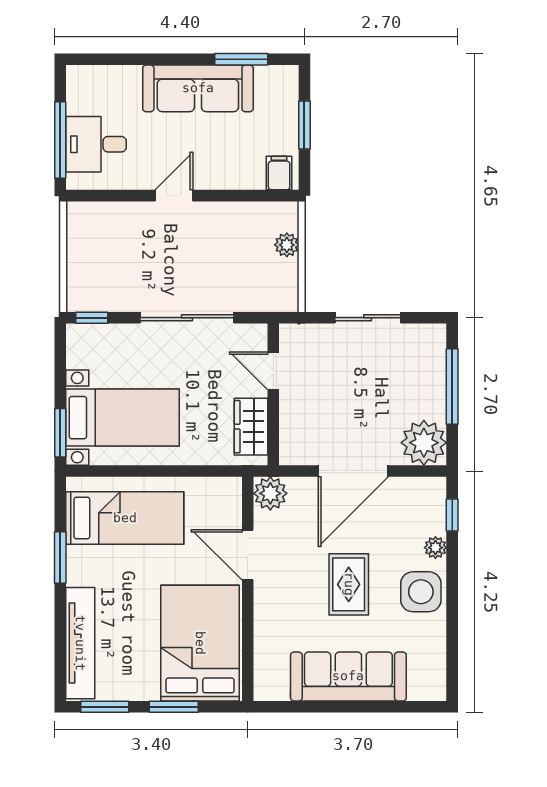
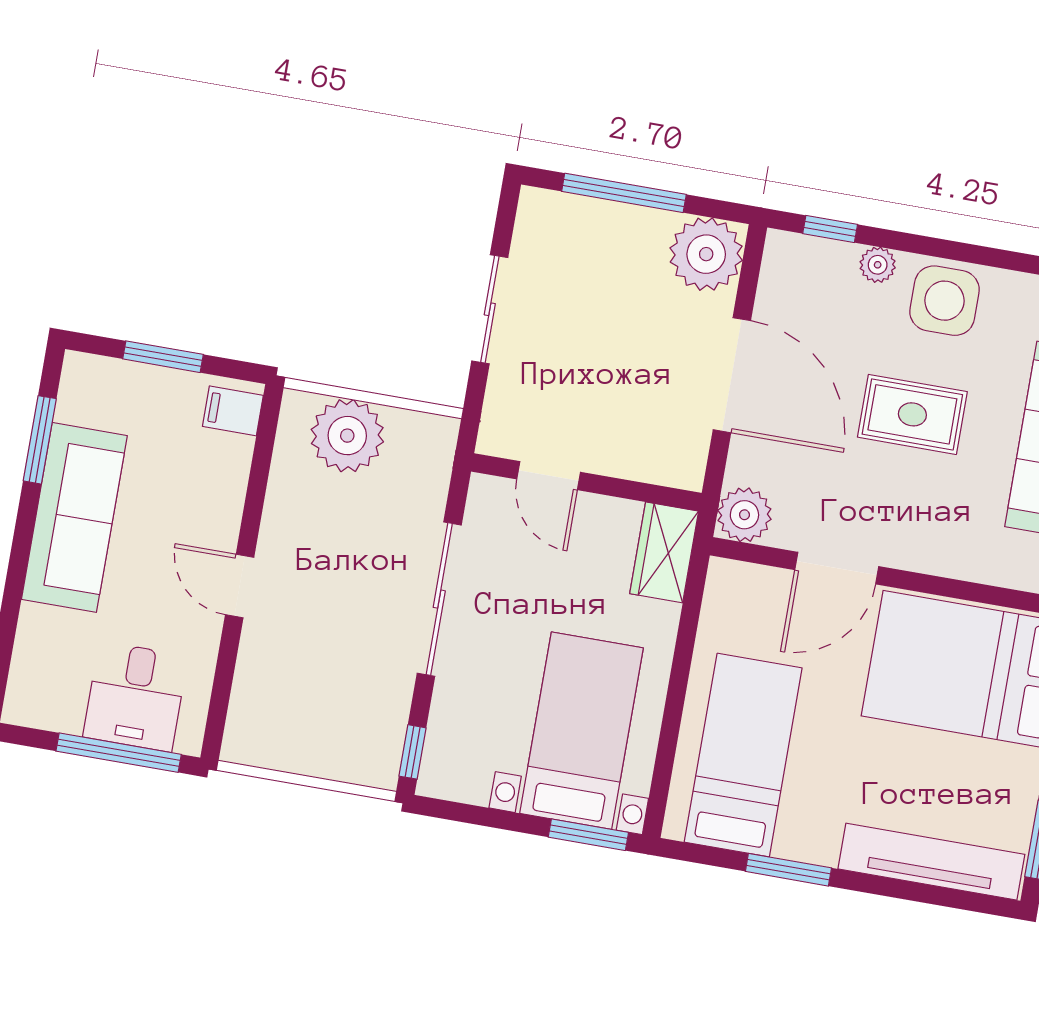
plant: (287, 245) -> (347, 436), width x1.87, depth x1.87
door: (273, 371) -> (549, 476), hinge flipped
wardrobe: (251, 427) -> (664, 552), moved, turned 90

